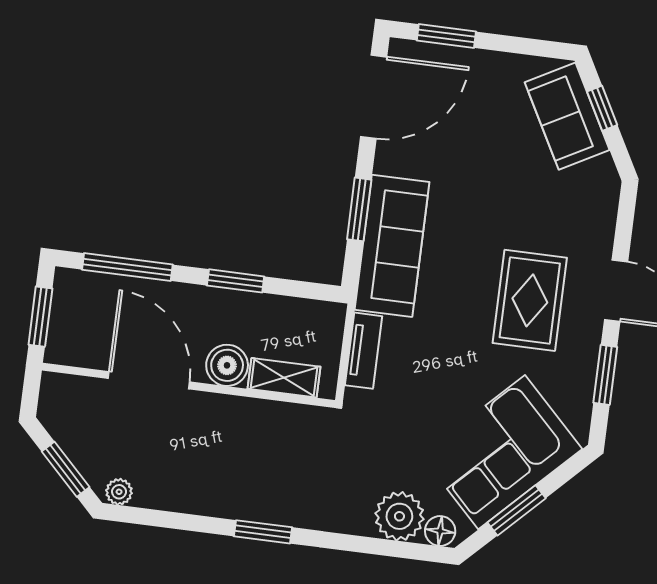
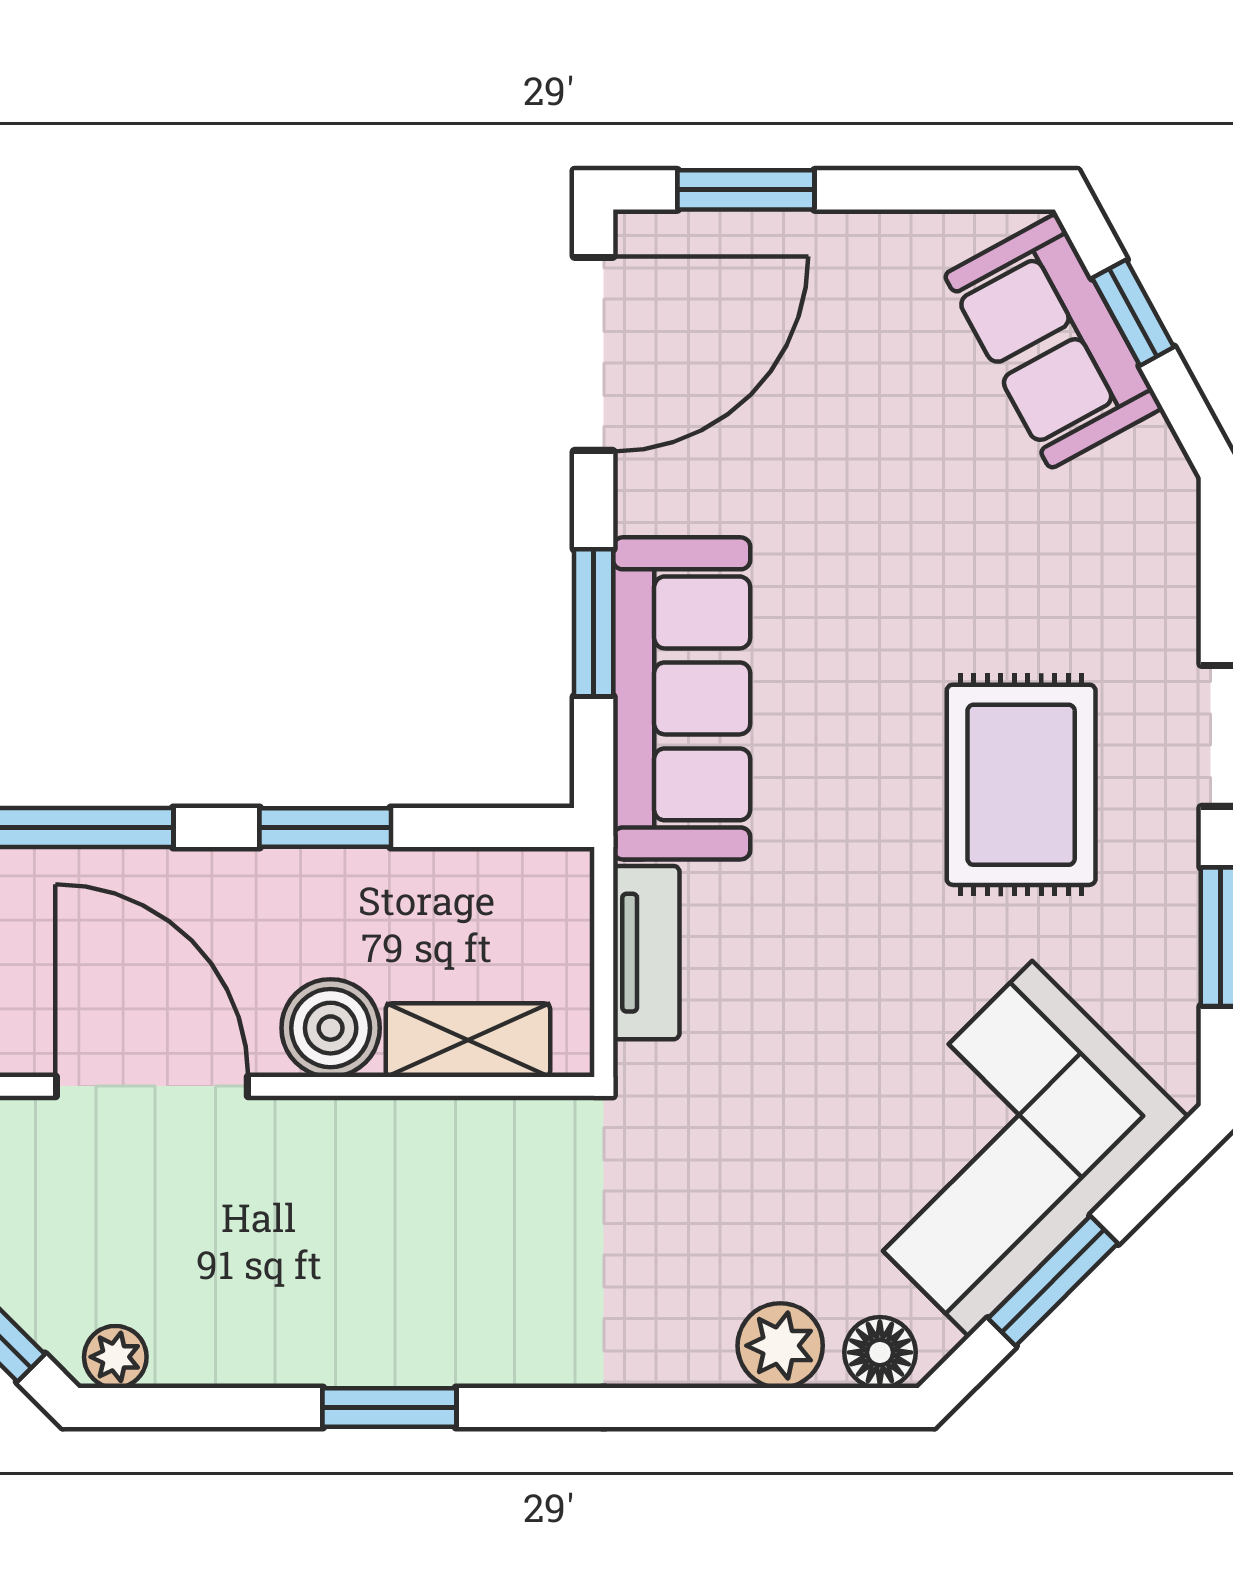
plant: (399, 516) -> (780, 1346), width x0.73, depth x0.73
window: (263, 532) -> (389, 1408), moved

